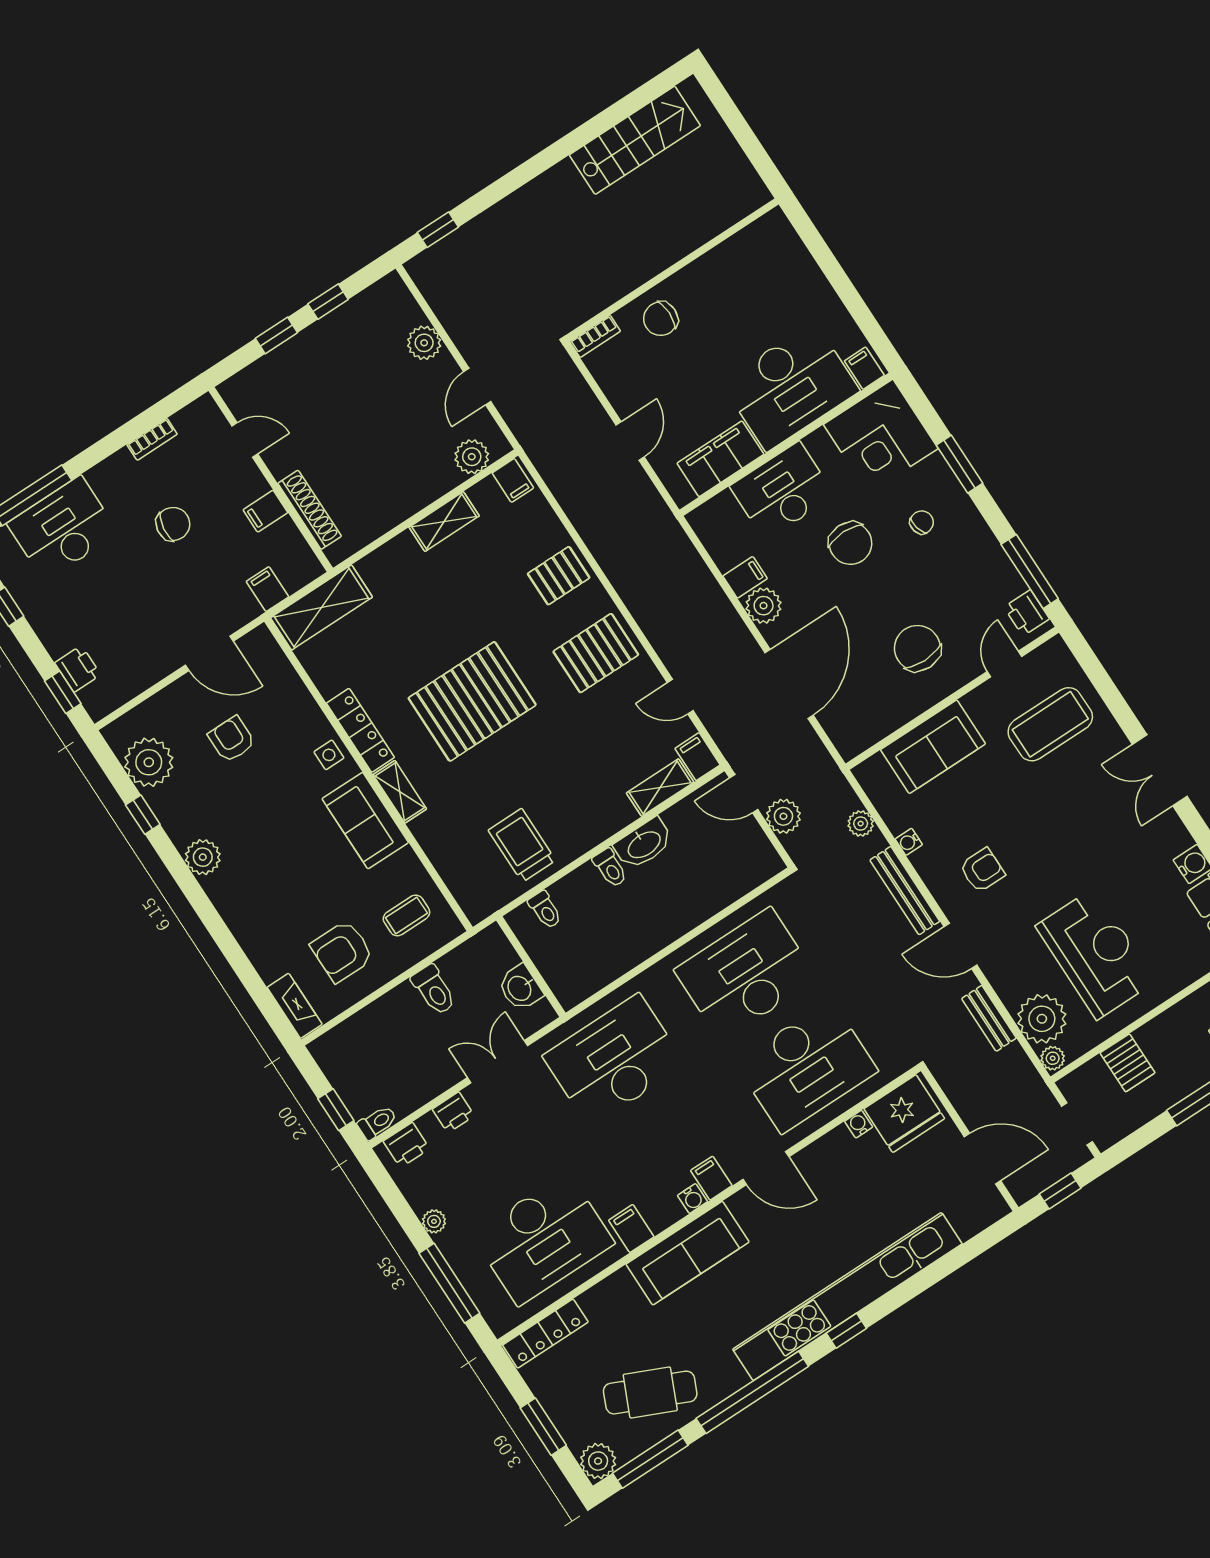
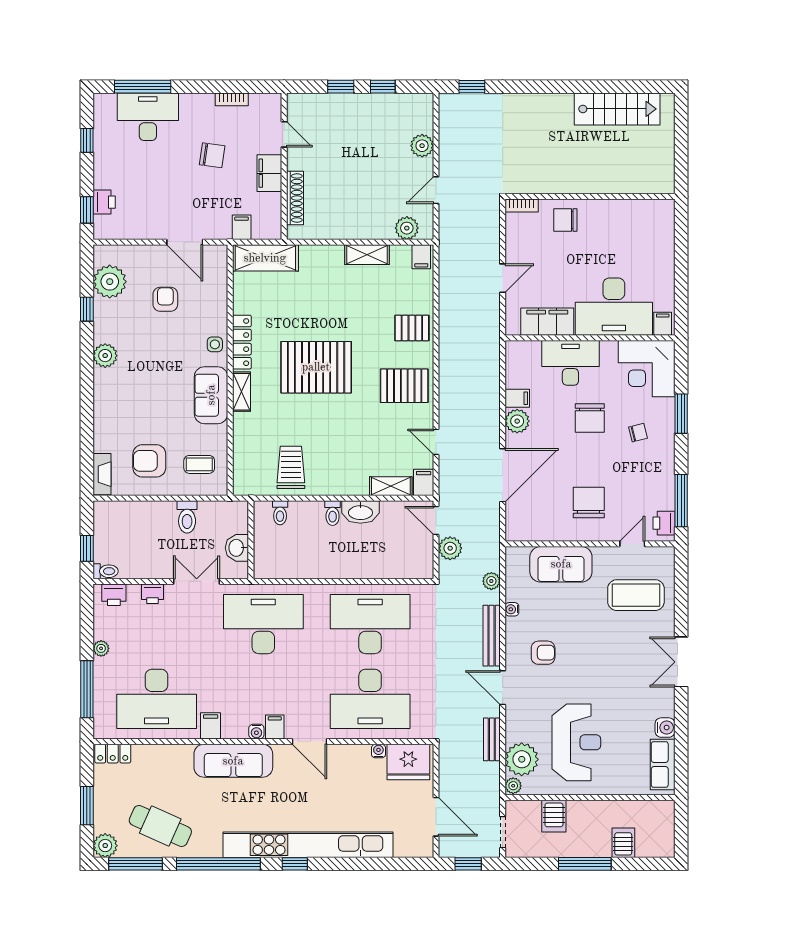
filing cabinet: (265, 511) -> (269, 173), width x2.00
locker: (545, 1334) -> (113, 754), width x0.66

